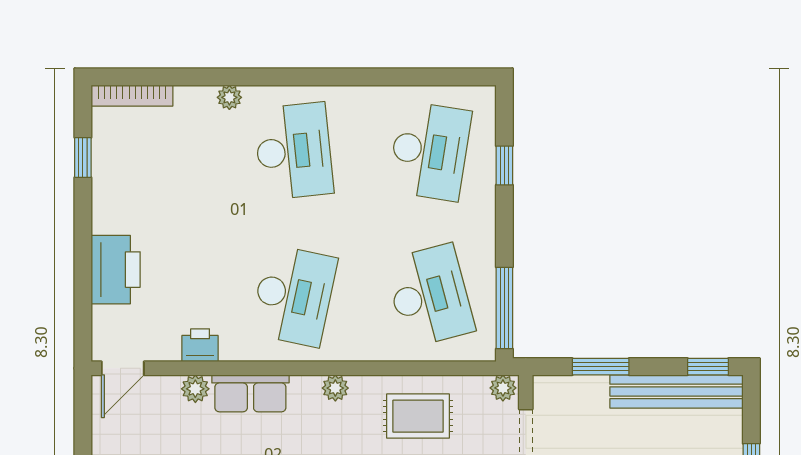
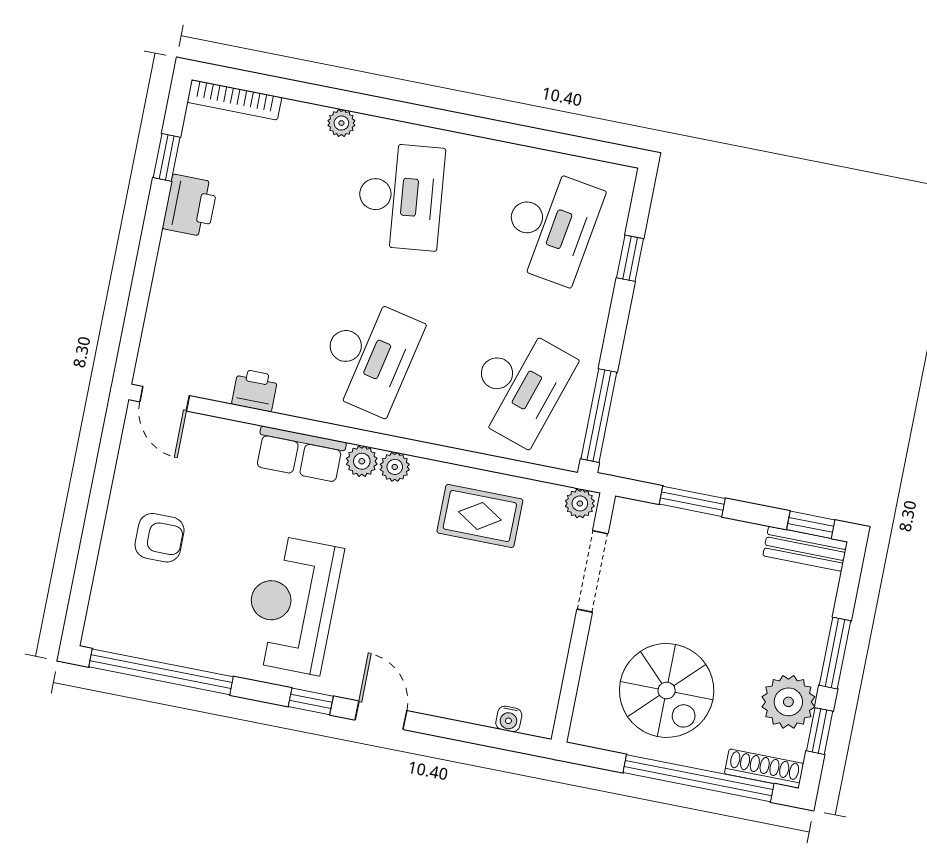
printer: (116, 270) -> (190, 206), moved, width x0.73, depth x0.84
desk: (430, 296) -> (519, 386), turned 33
door: (123, 368) -> (165, 399), hinge flipped
plant: (195, 389) -> (362, 461), moved
bench: (676, 391) -> (805, 549), width x0.54, depth x0.82

